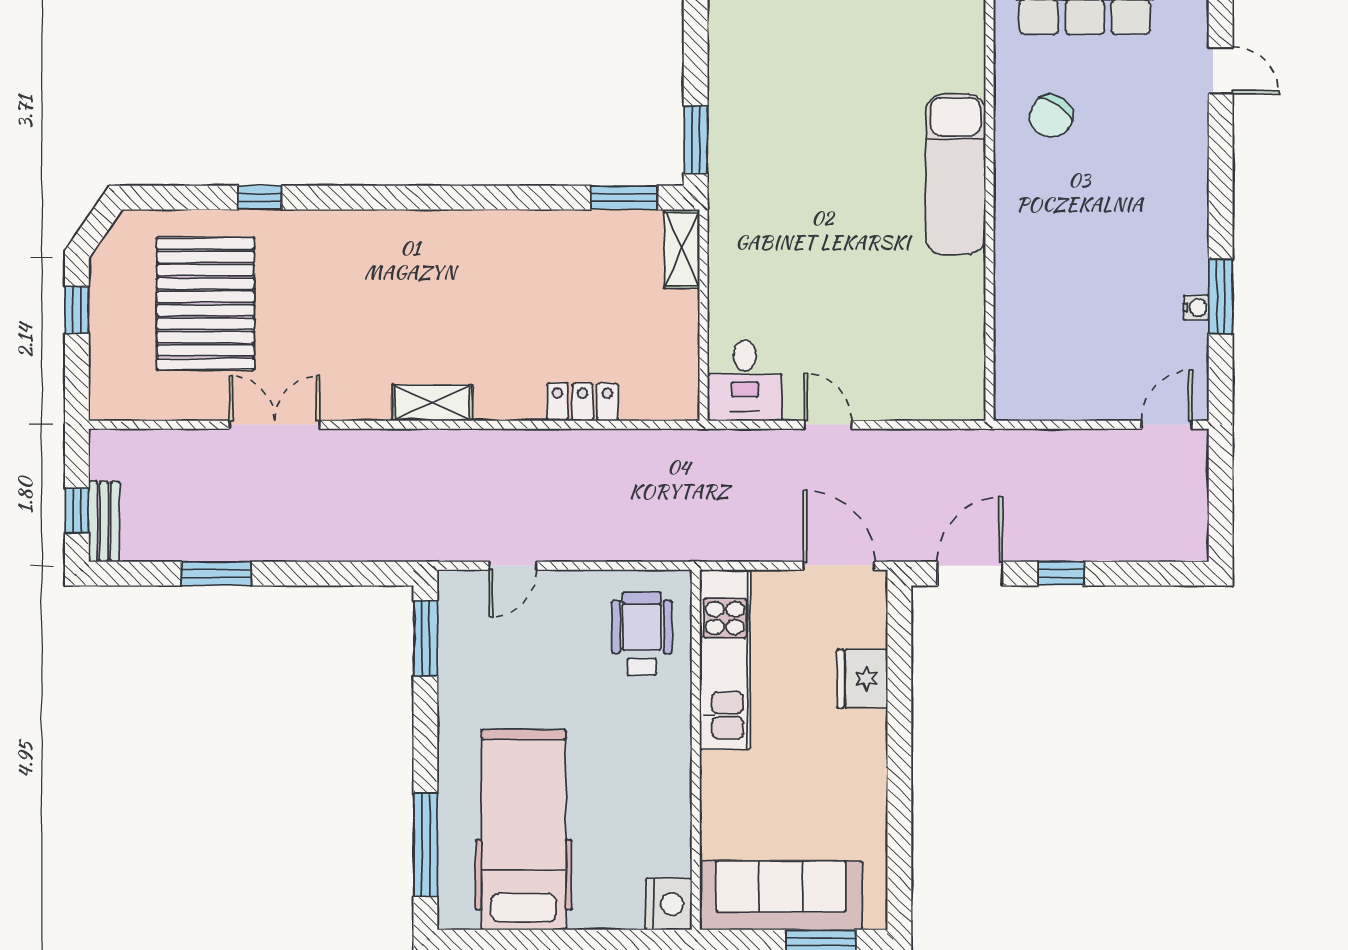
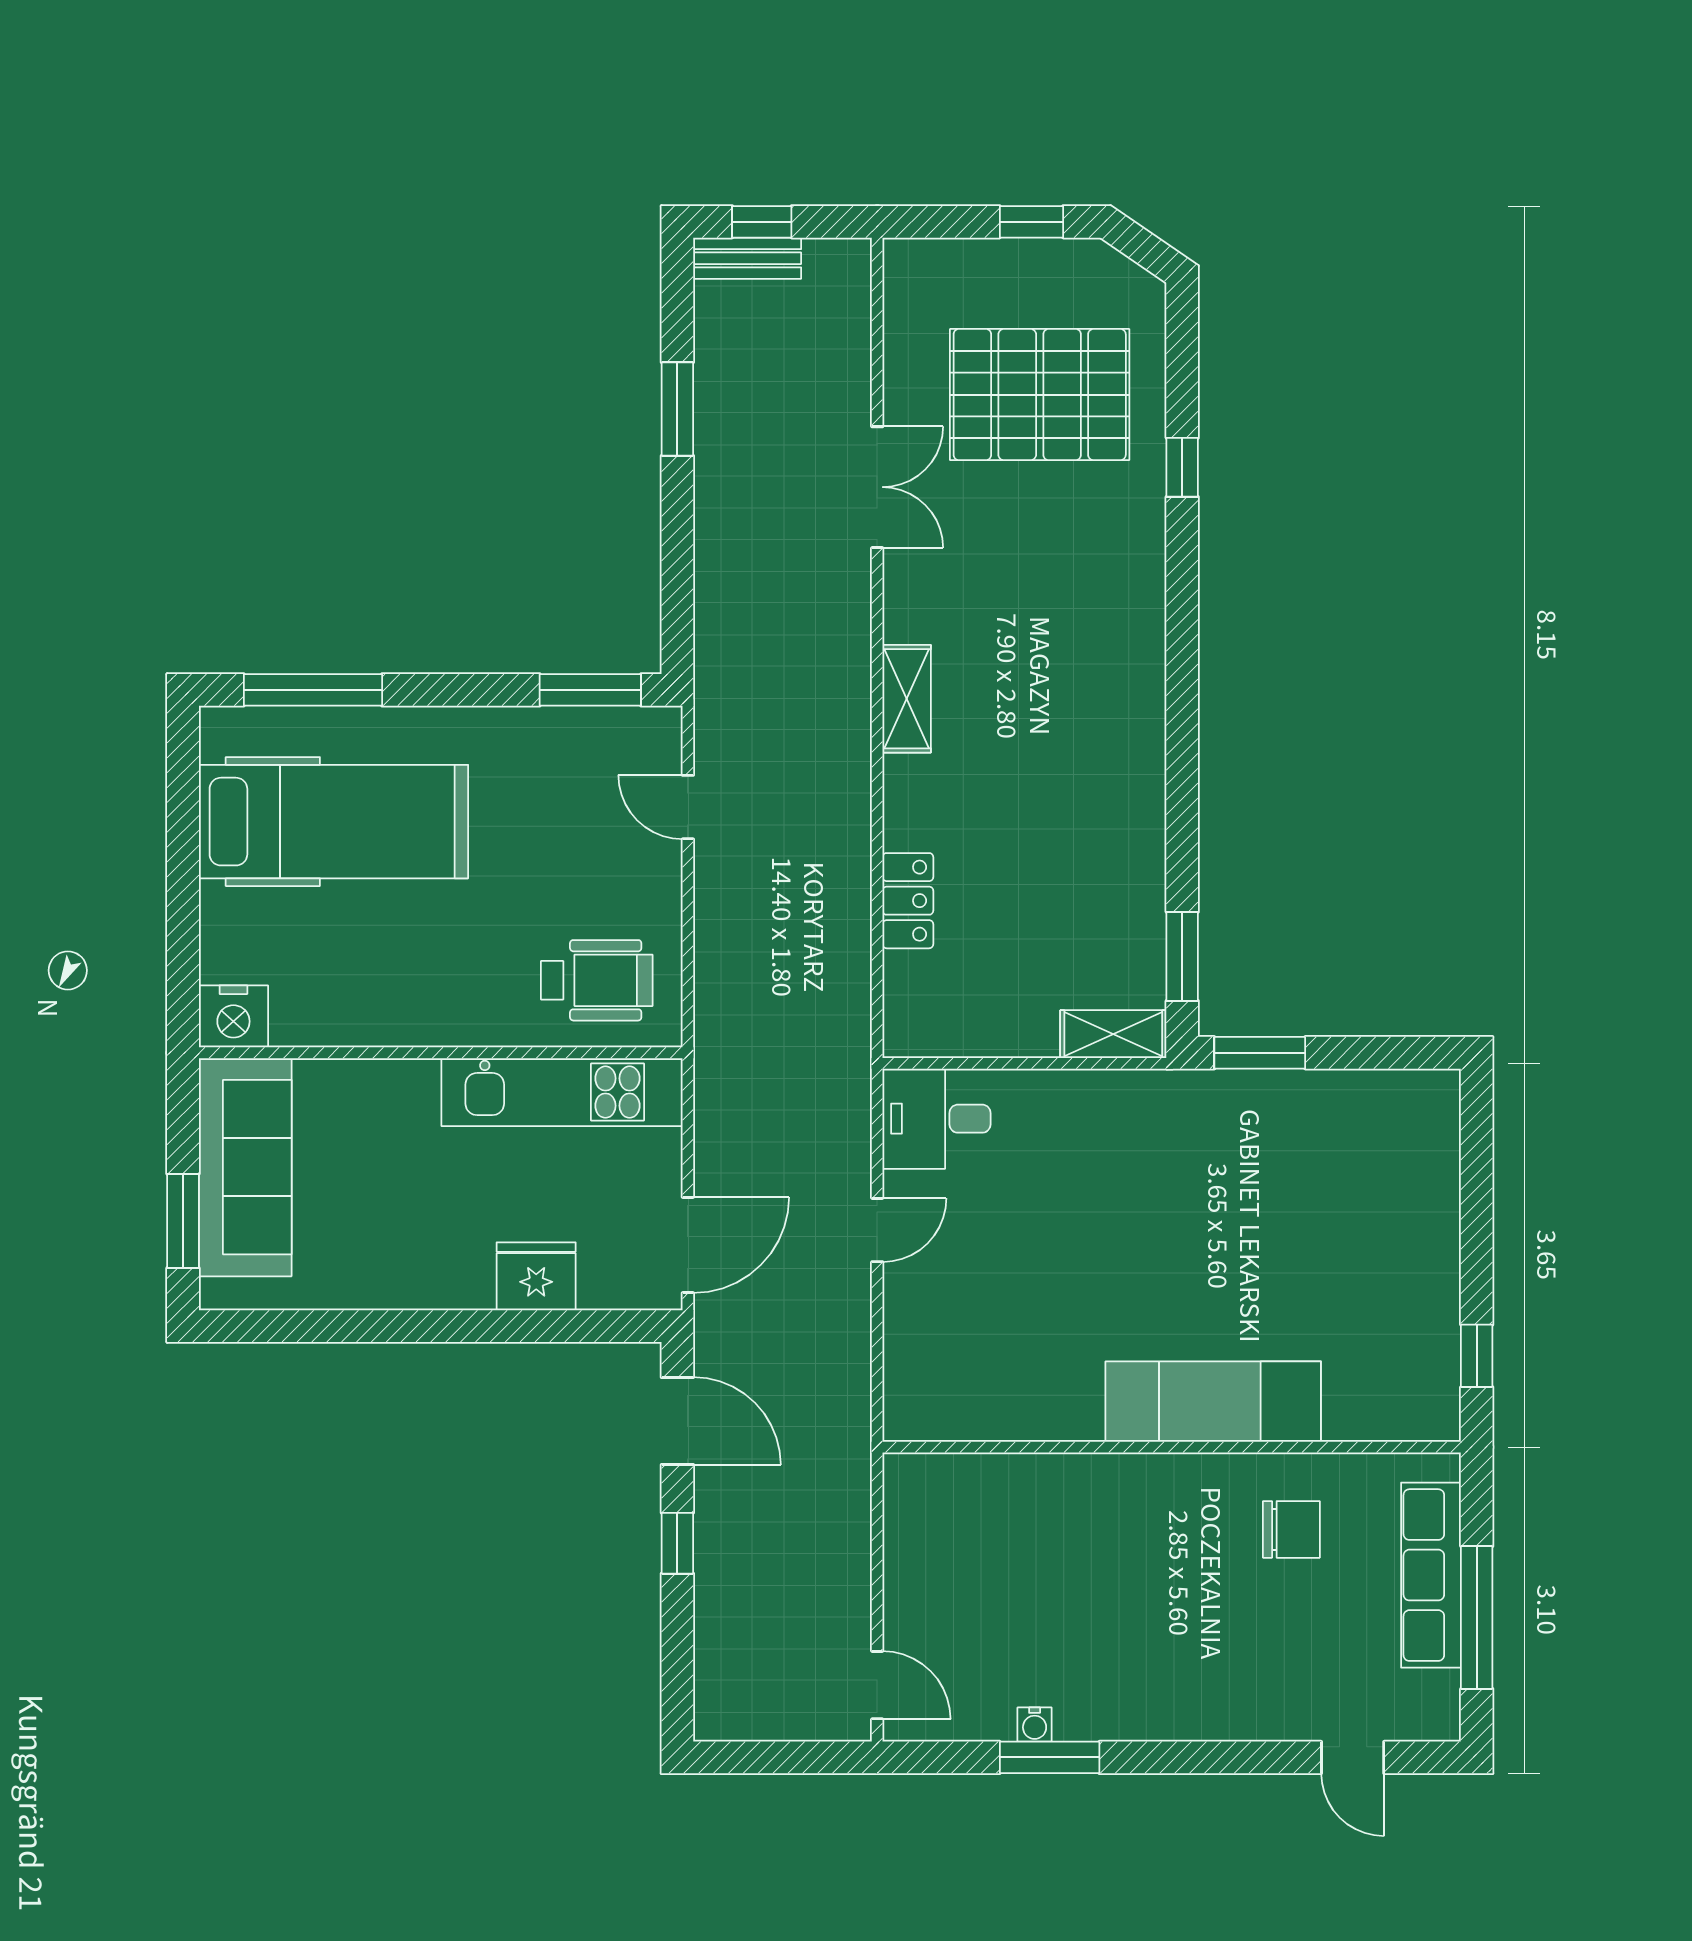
door: (1221, 71) -> (1353, 1757), hinge flipped
chair: (1051, 116) -> (1291, 1529), turned 145

